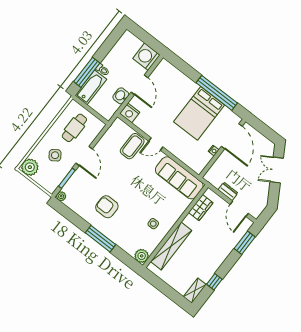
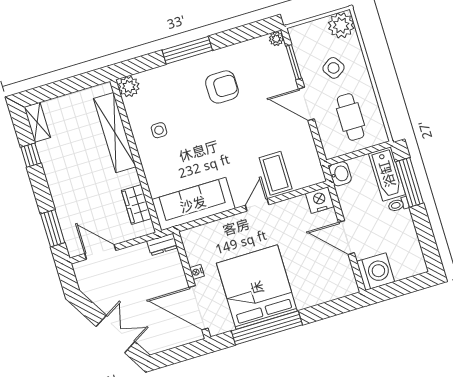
washbasin: (121, 96) -> (340, 174), moved
bed: (199, 113) -> (257, 287), width x1.36
dresser: (228, 191) -> (162, 244), moved

